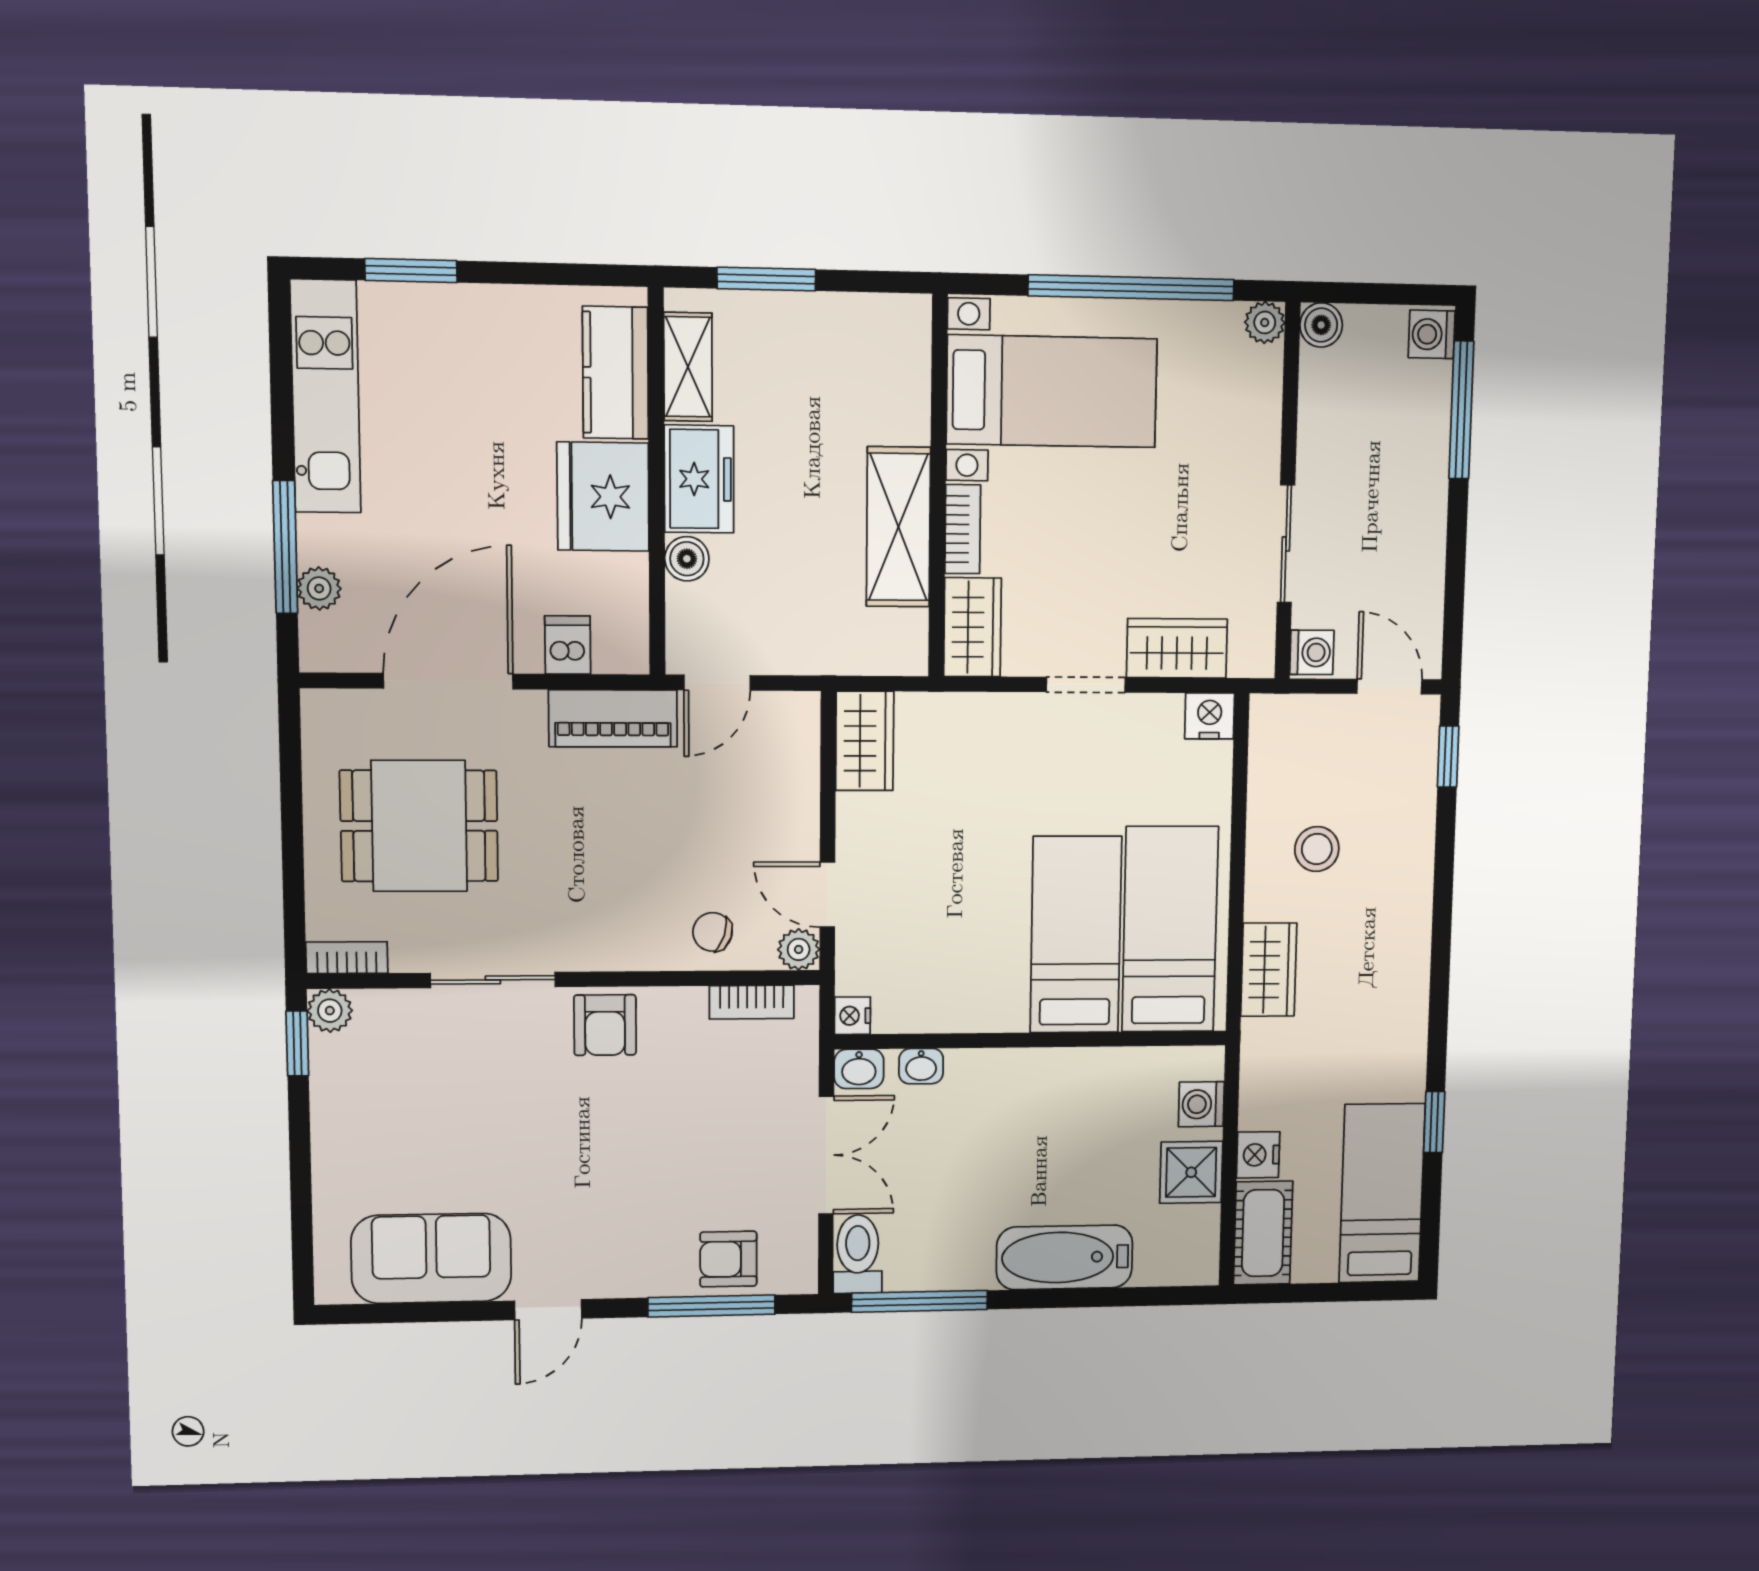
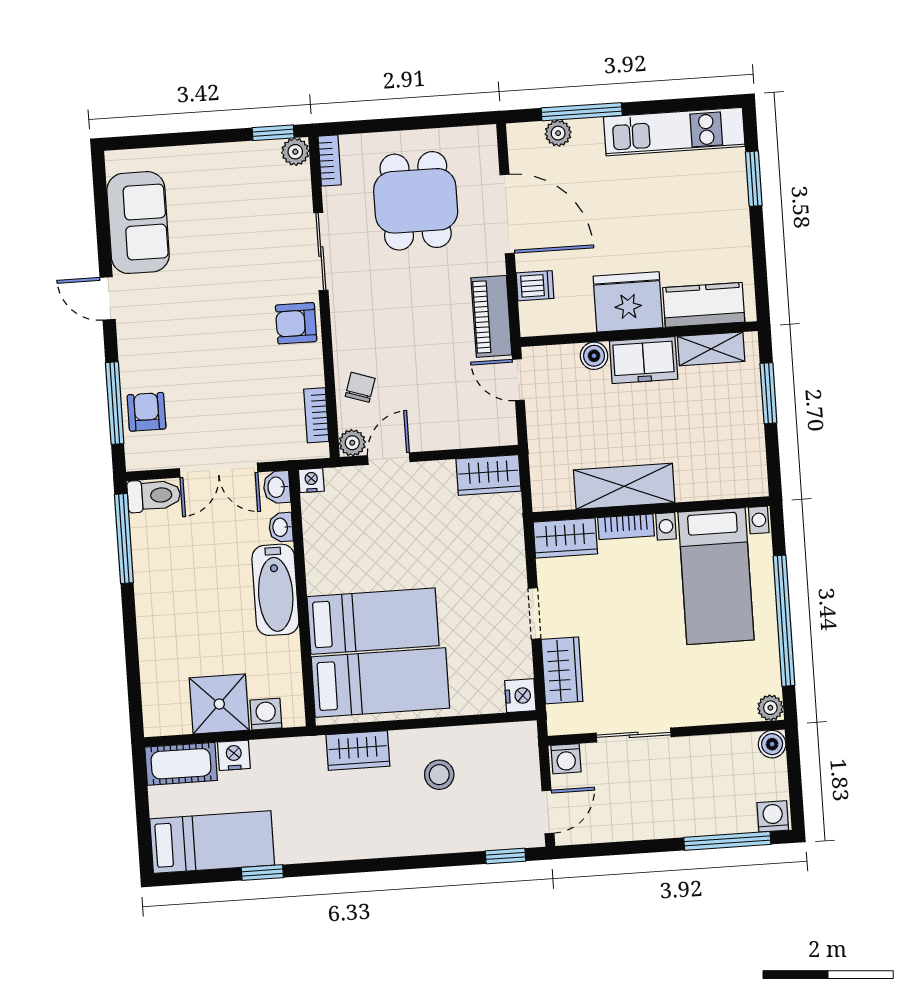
shower: (1191, 1172) -> (219, 704), width x1.36, depth x1.36
bathtub: (1064, 1257) -> (275, 590), moved, turned 180

